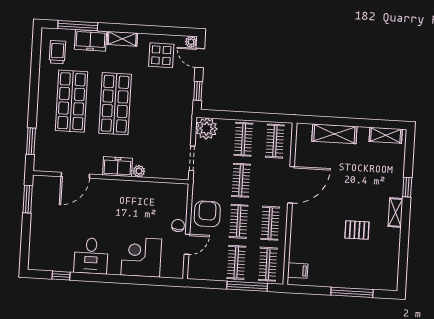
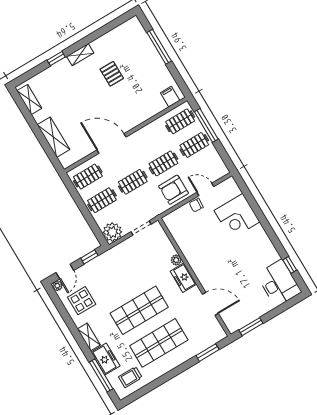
clothes rail: (270, 223) -> (149, 140), removed
desk: (91, 256) -> (279, 283), moved, width x1.37

